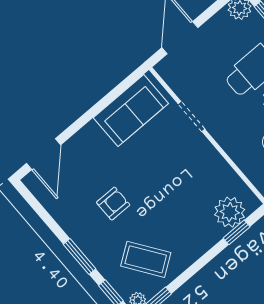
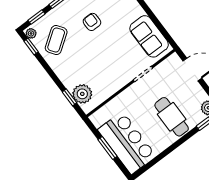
armchair: (113, 204) -> (92, 22), turned 180

